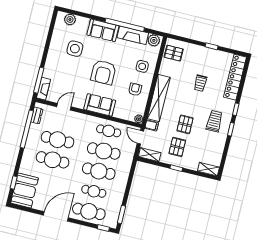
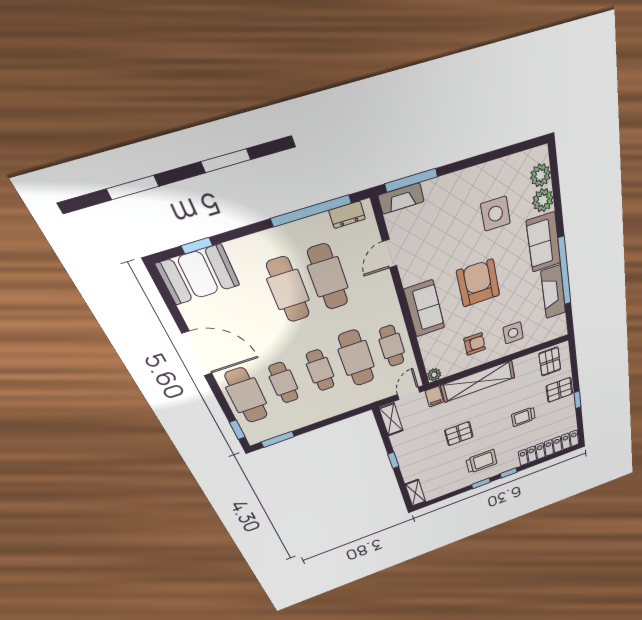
plant: (154, 40) -> (543, 200), moved
armchair: (103, 72) -> (478, 283), turned 90
door: (64, 107) -> (390, 254), swing flipped
pallet: (177, 147) -> (559, 390), moved
cafe table: (99, 171) -> (320, 370), width x0.73, depth x0.74

